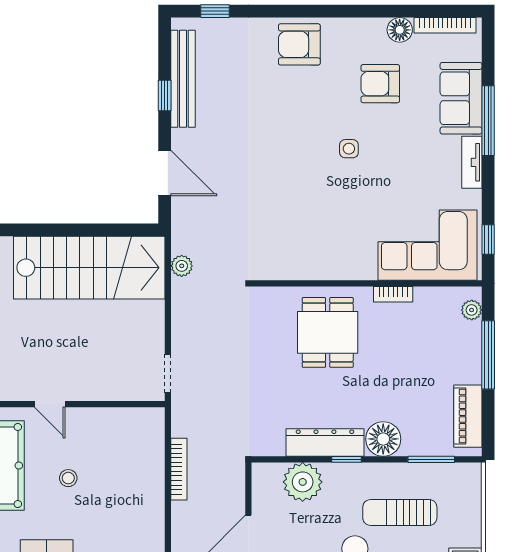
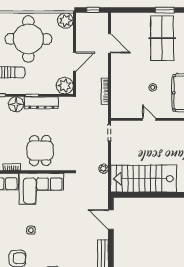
window: (165, 95) -> (111, 253), removed
corner sofa: (325, 244) -> (41, 189), added
plant: (182, 266) -> (103, 169), moved
door: (50, 404) -> (149, 119), moved
plant: (303, 482) -> (65, 86), moved

